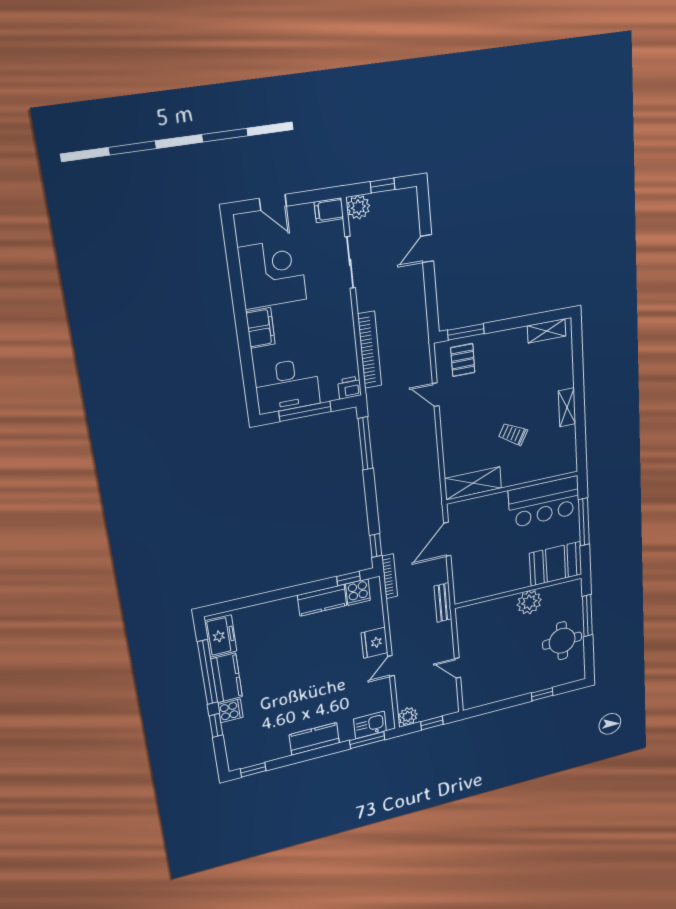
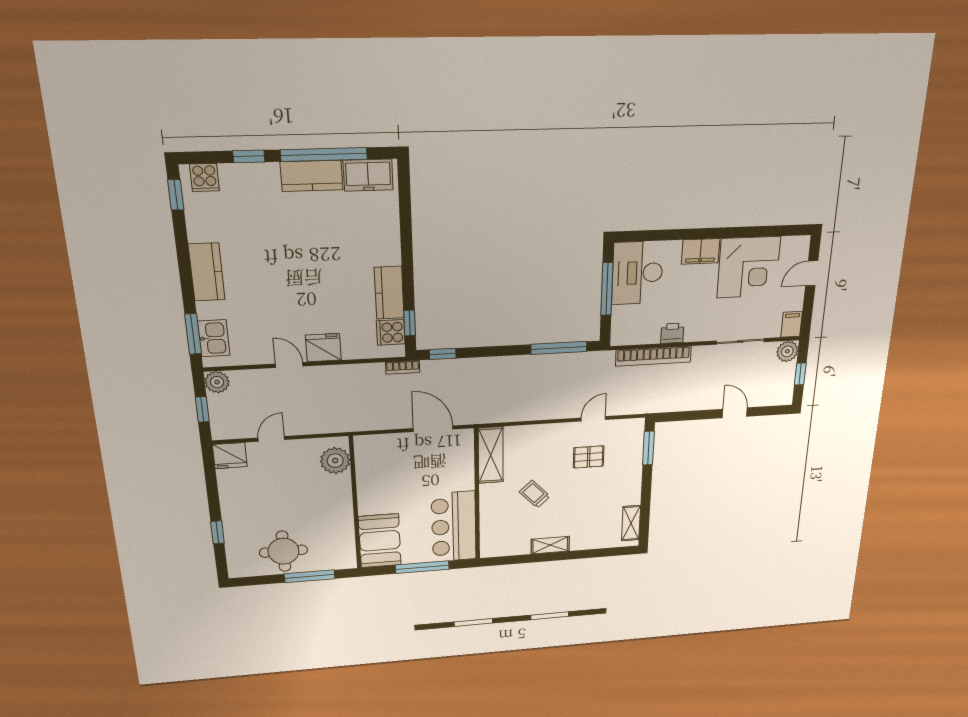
pallet: (463, 360) -> (589, 457), moved
printer: (350, 388) -> (672, 333), moved, turned -90
trolley: (513, 434) -> (535, 494), turned -72
bookcase: (390, 576) -> (403, 367), width x0.64
plant: (529, 602) -> (335, 461), moved
bench: (443, 603) -> (358, 424), removed
fridge: (473, 696) -> (230, 456), added
cooker: (230, 711) -> (204, 178), moved

